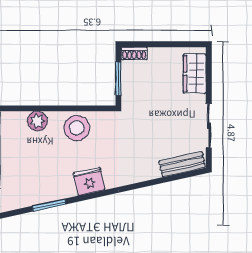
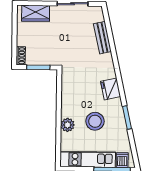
stool: (77, 128) -> (95, 121), moved
bench: (182, 164) -> (102, 38), moved

